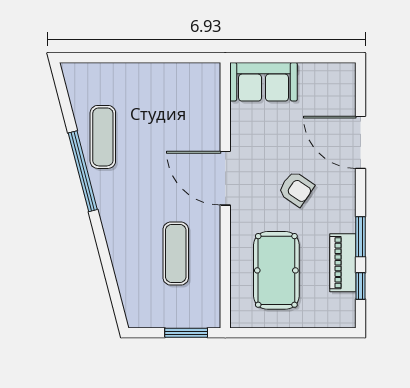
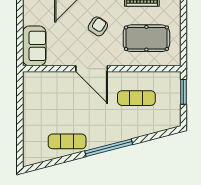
window: (83, 171) -> (109, 148), moved
door: (225, 178) -> (92, 69), hinge flipped

